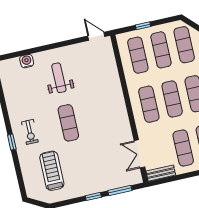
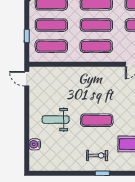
door: (96, 36) -> (27, 79), hinge flipped

